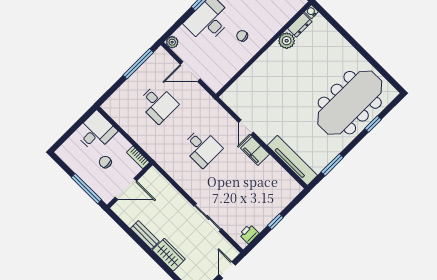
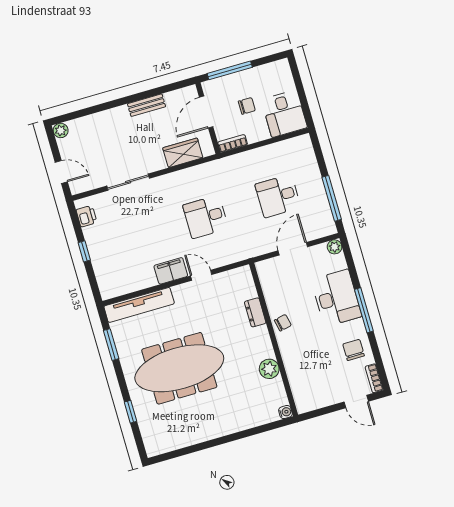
dresser: (300, 25) -> (255, 312), moved
chair: (242, 36) -> (283, 323), moved
meeting table: (350, 103) -> (179, 368), moved, turned 90
wardrobe: (169, 255) -> (183, 153), moved, turned 180

